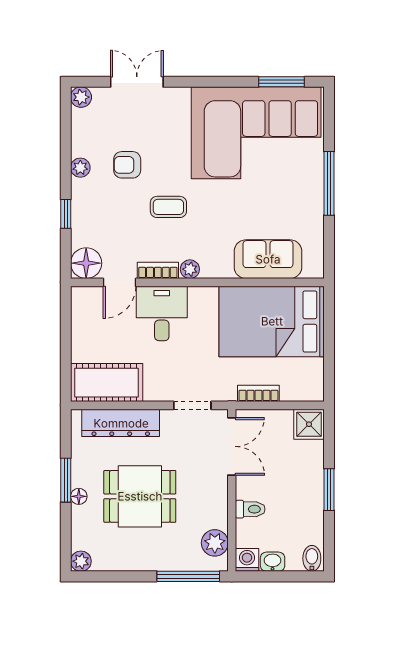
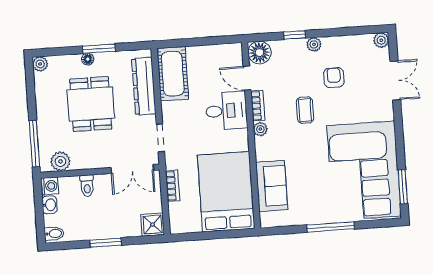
plant: (80, 168) -> (314, 44), moved

